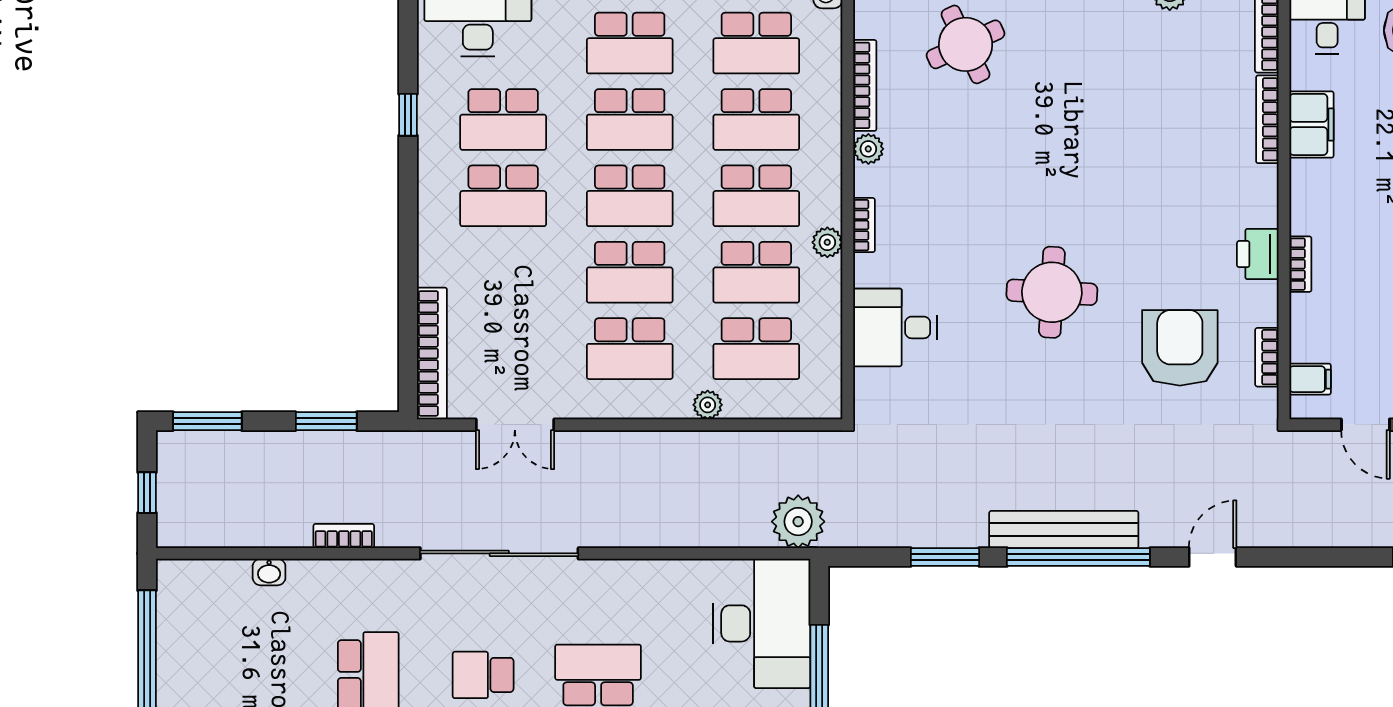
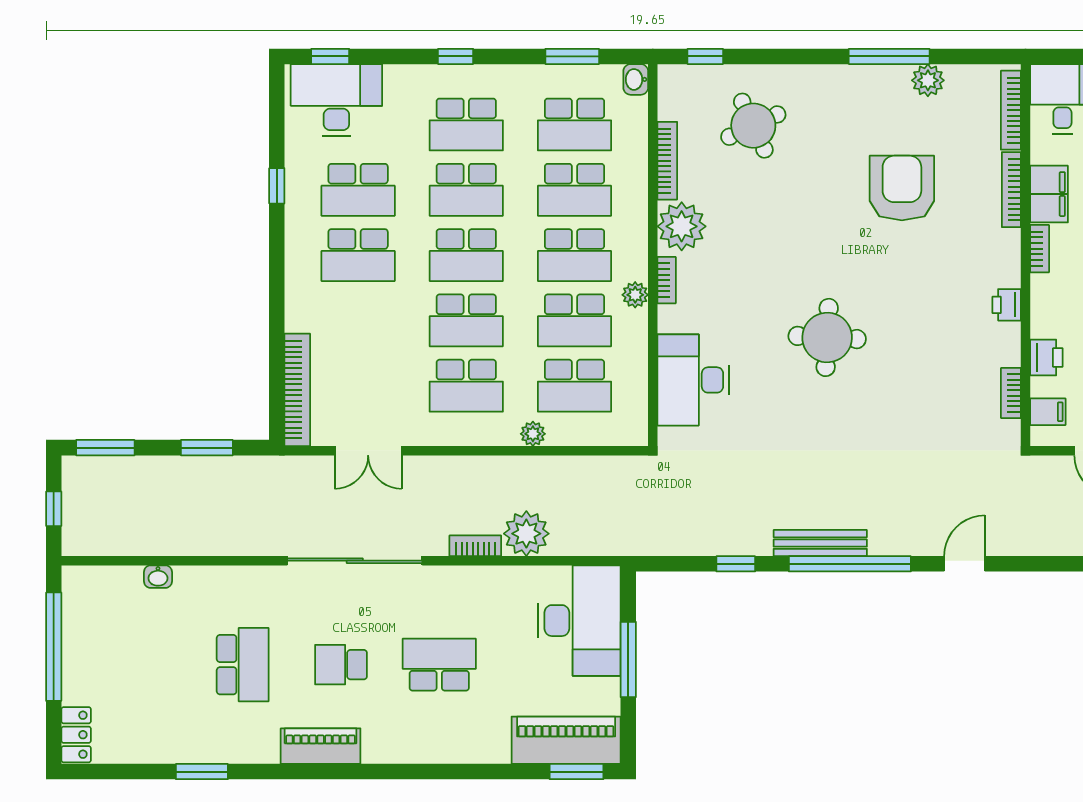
plant: (868, 149) -> (682, 226), width x1.88, depth x1.88
printer: (1258, 254) -> (1007, 305), width x0.73, depth x0.81
bookcase: (1300, 264) -> (1040, 249), moved
printer: (1308, 316) -> (1046, 357), added
desk: (895, 327) -> (693, 380), width x1.37
armchair: (1180, 348) -> (902, 188), moved
plant: (798, 522) -> (526, 534), moved
bench: (1064, 529) -> (820, 543), width x0.73, depth x0.82
bookcase: (344, 536) -> (475, 546), moved
window: (945, 557) -> (736, 564), width x0.67

